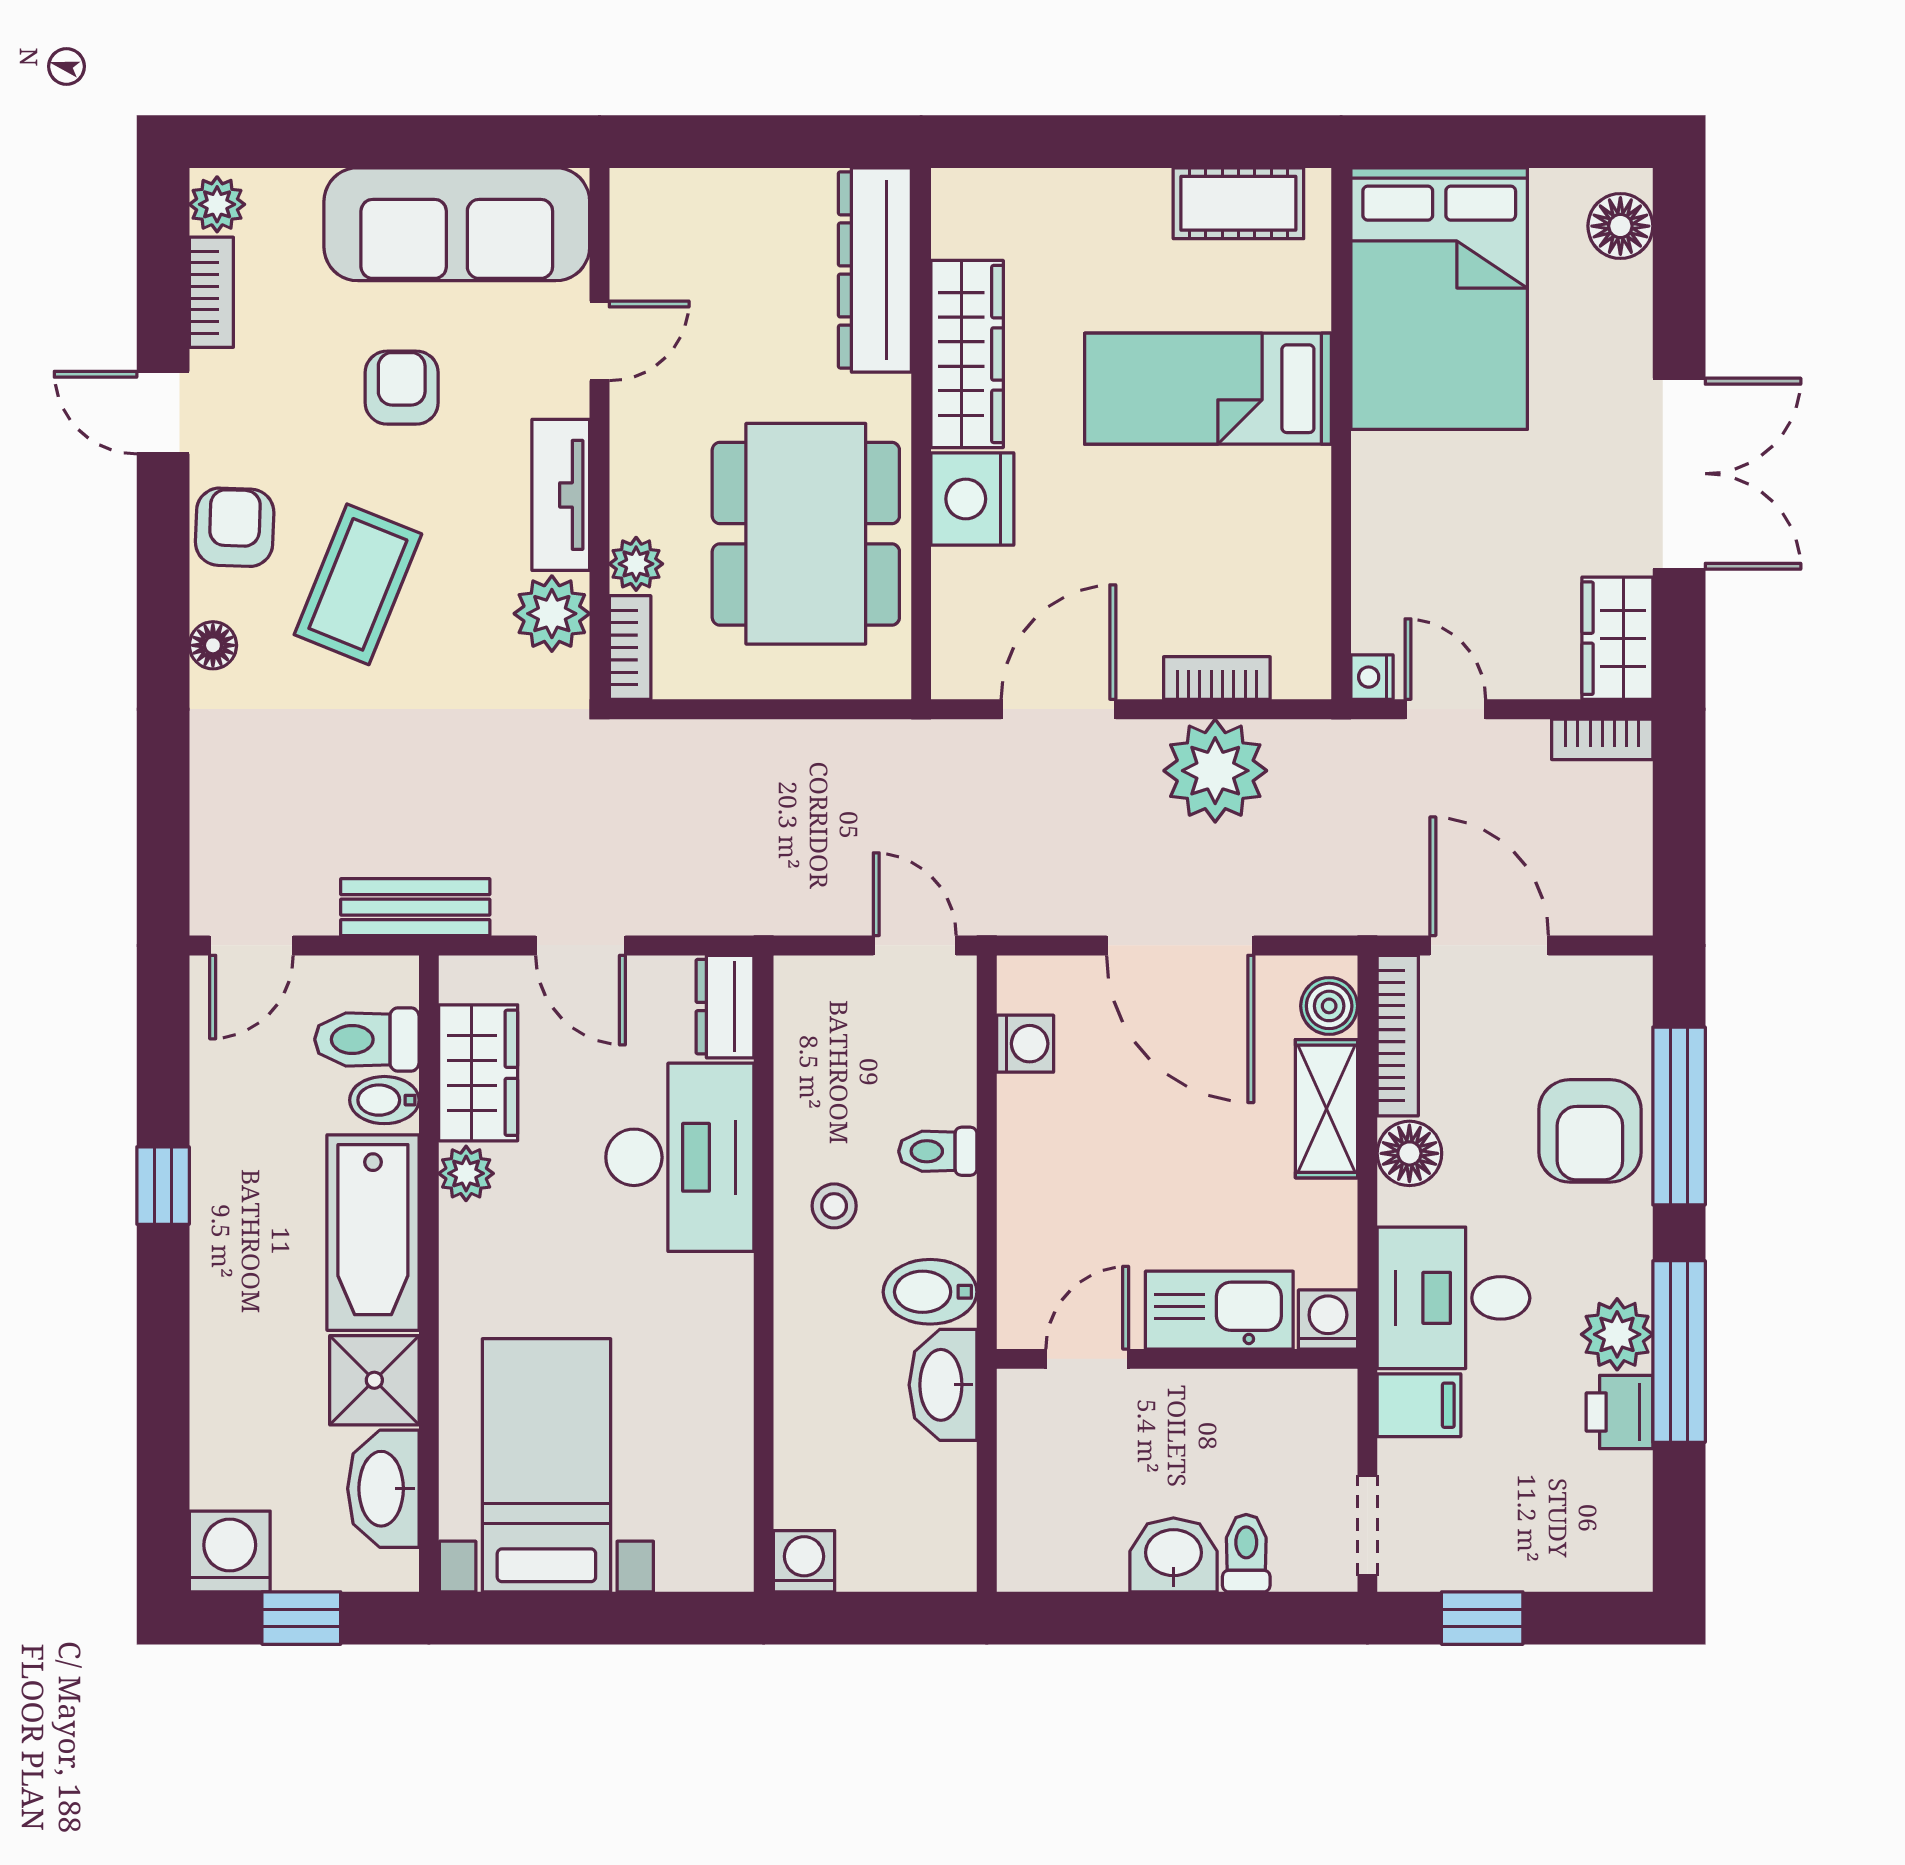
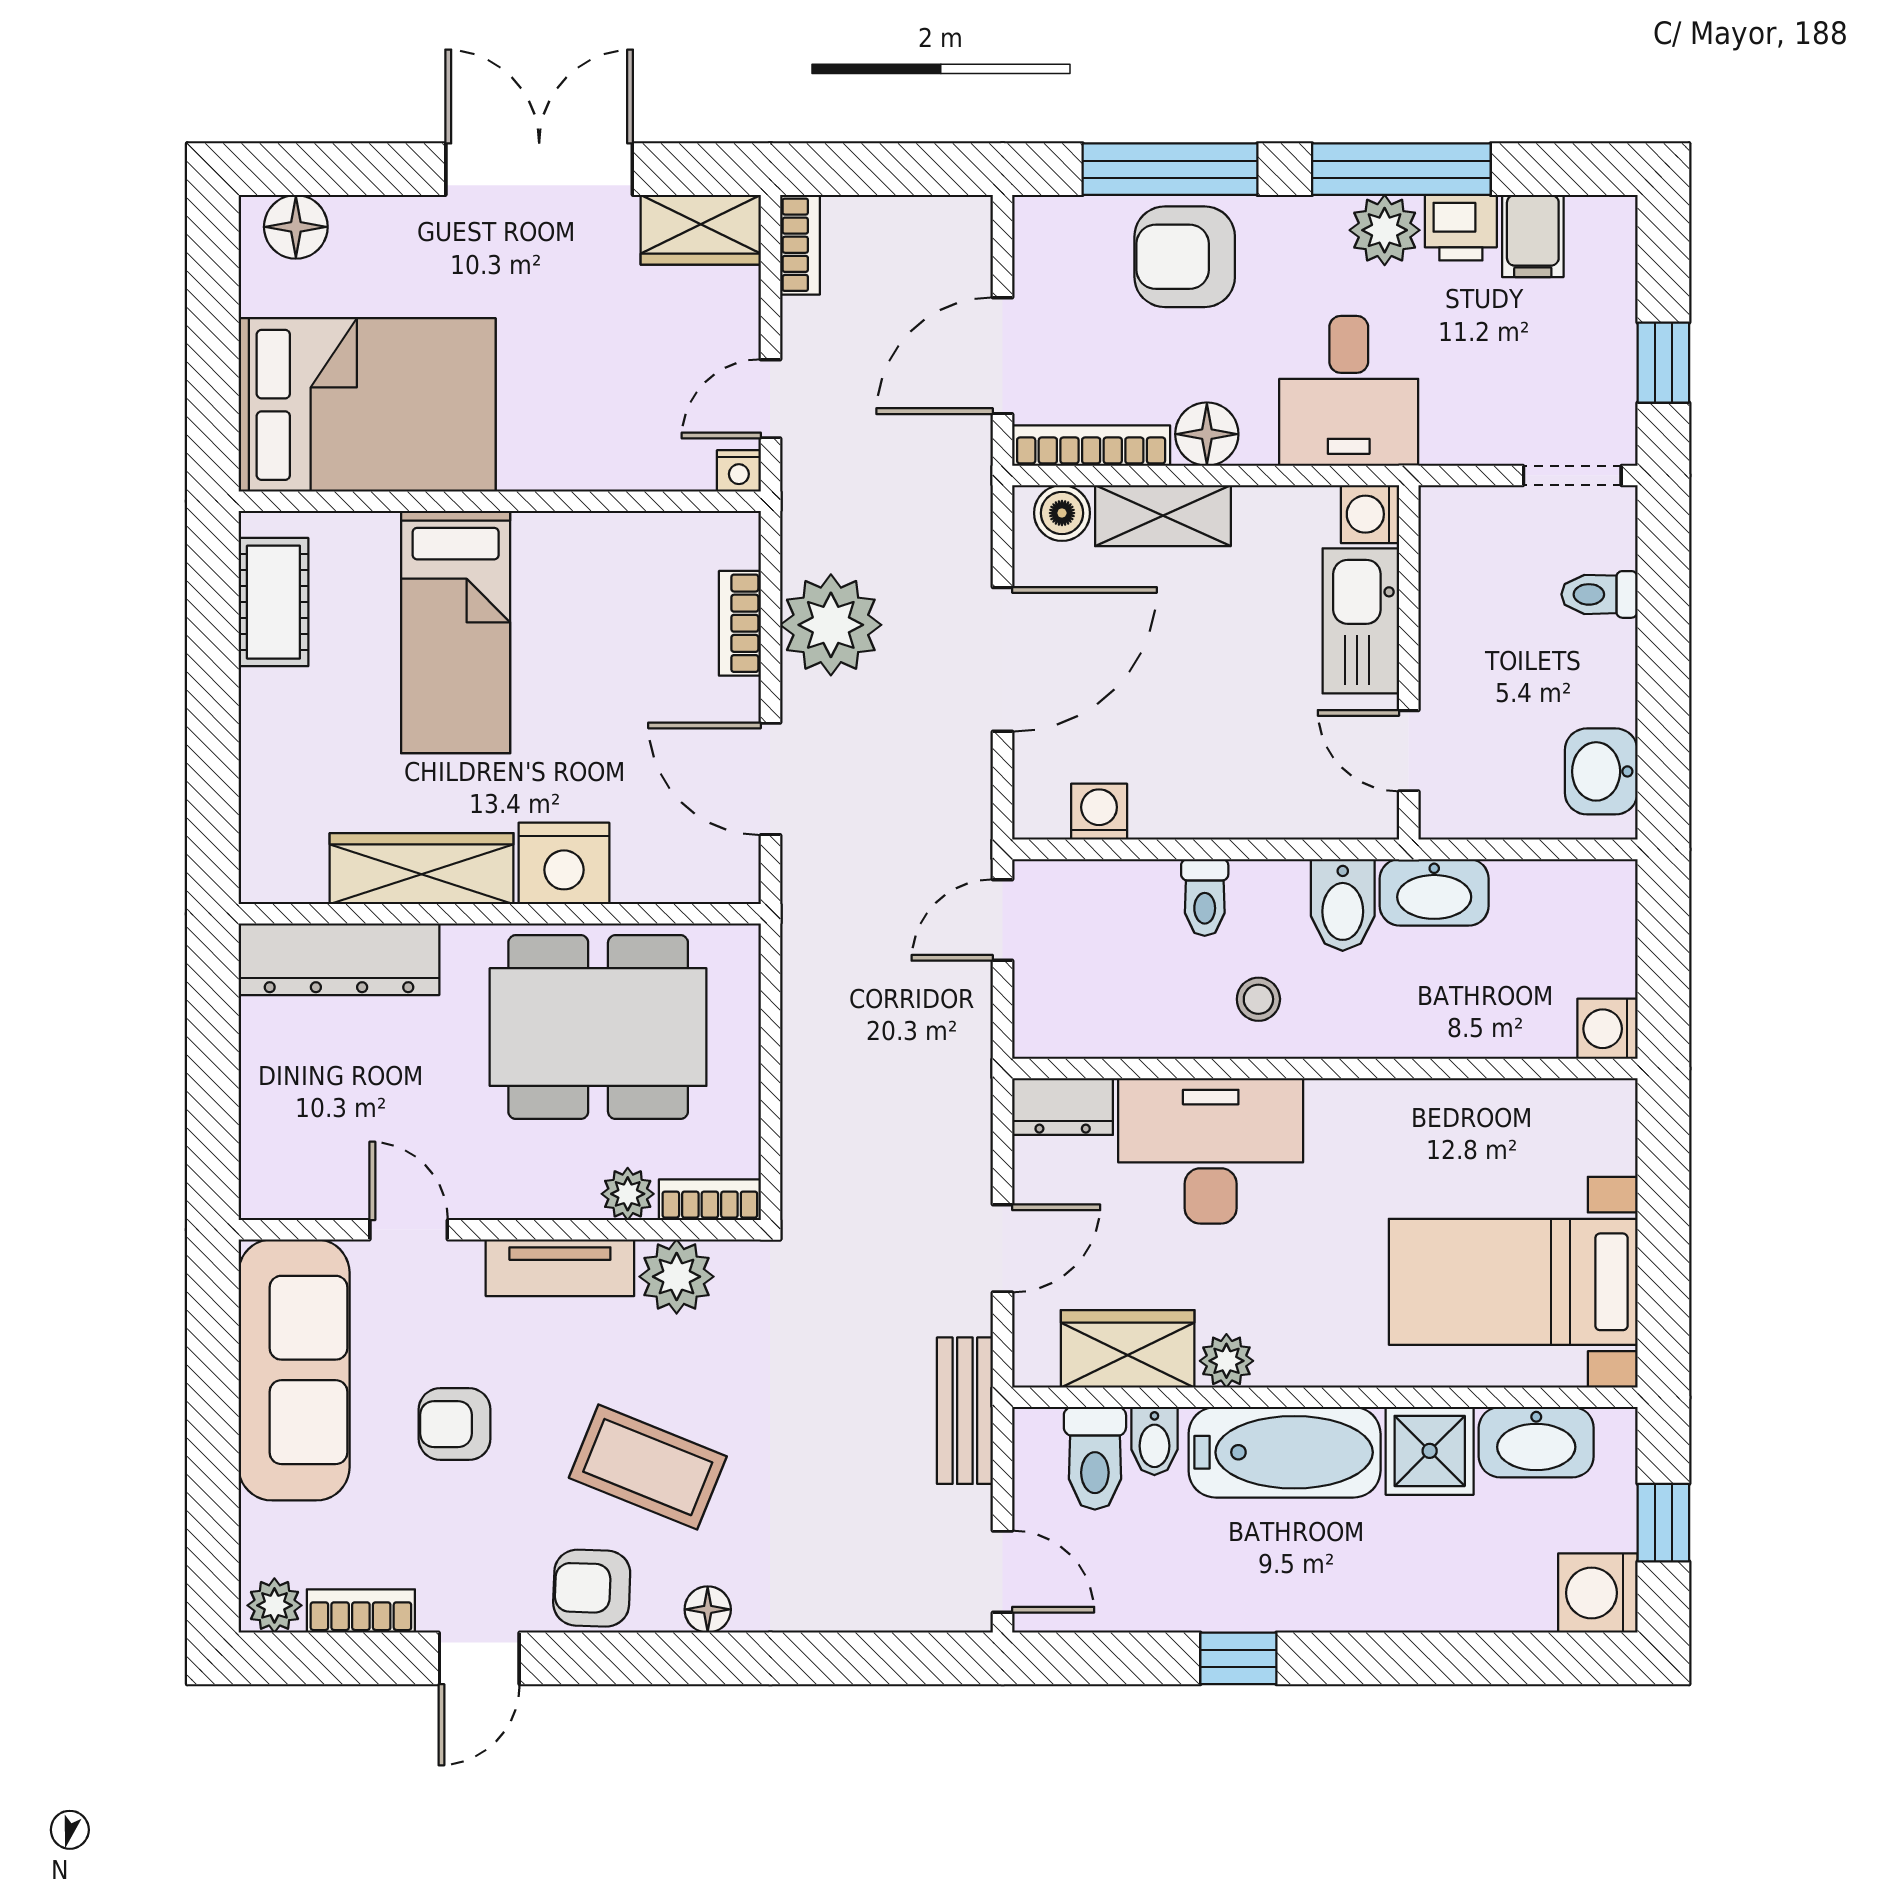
armchair: (1590, 1131) -> (1185, 257), turned 180
filing cabinet: (1419, 1405) -> (1533, 236), moved, turned 180
washbasin: (1173, 1555) -> (1601, 771), moved

